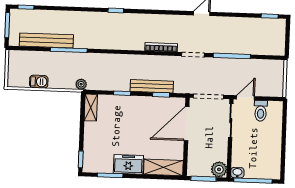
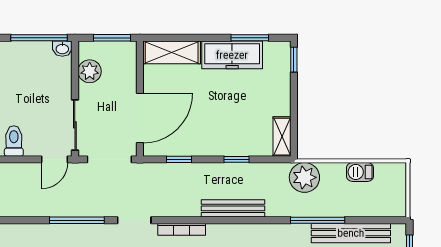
plant: (81, 84) -> (304, 177), width x1.87, depth x1.87
bench: (152, 86) -> (233, 208), moved
toilet: (261, 111) -> (14, 141), moved
freezer: (128, 164) -> (232, 55), width x1.40
plant: (219, 169) -> (90, 71), moved

